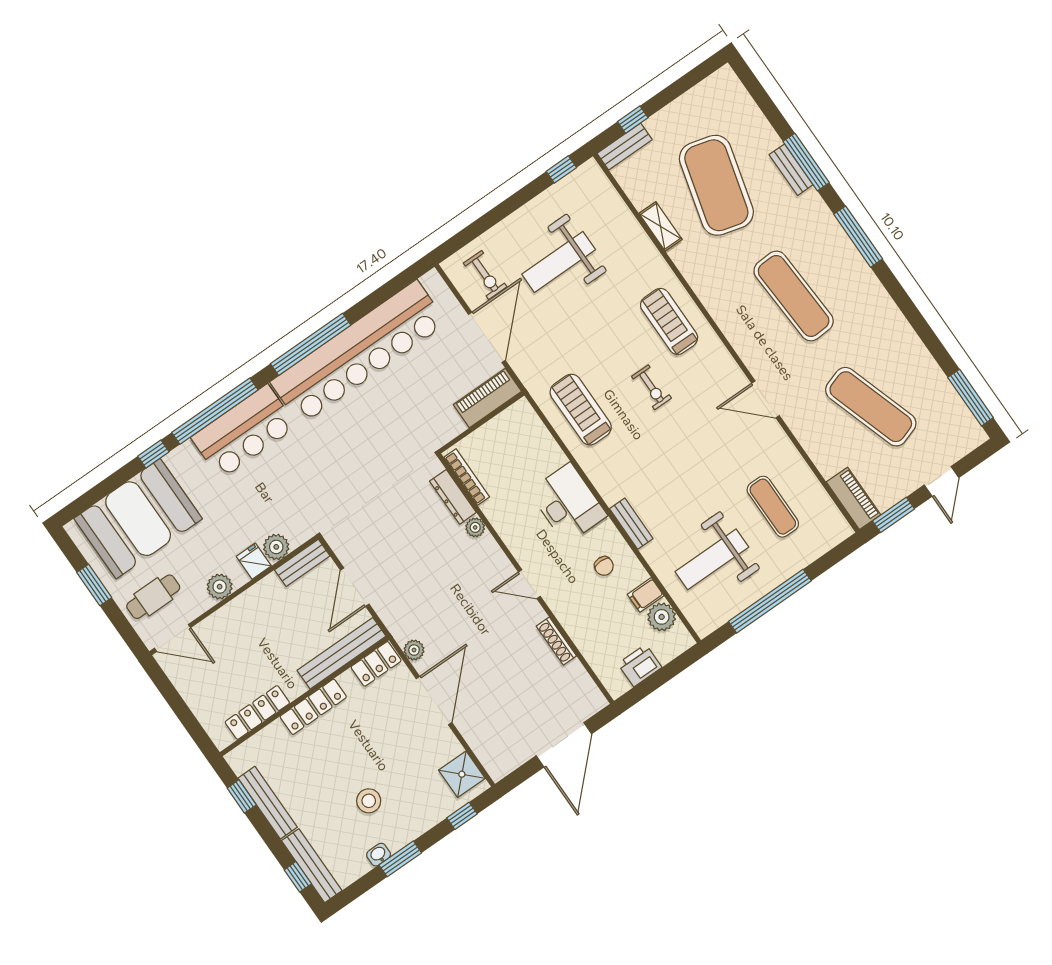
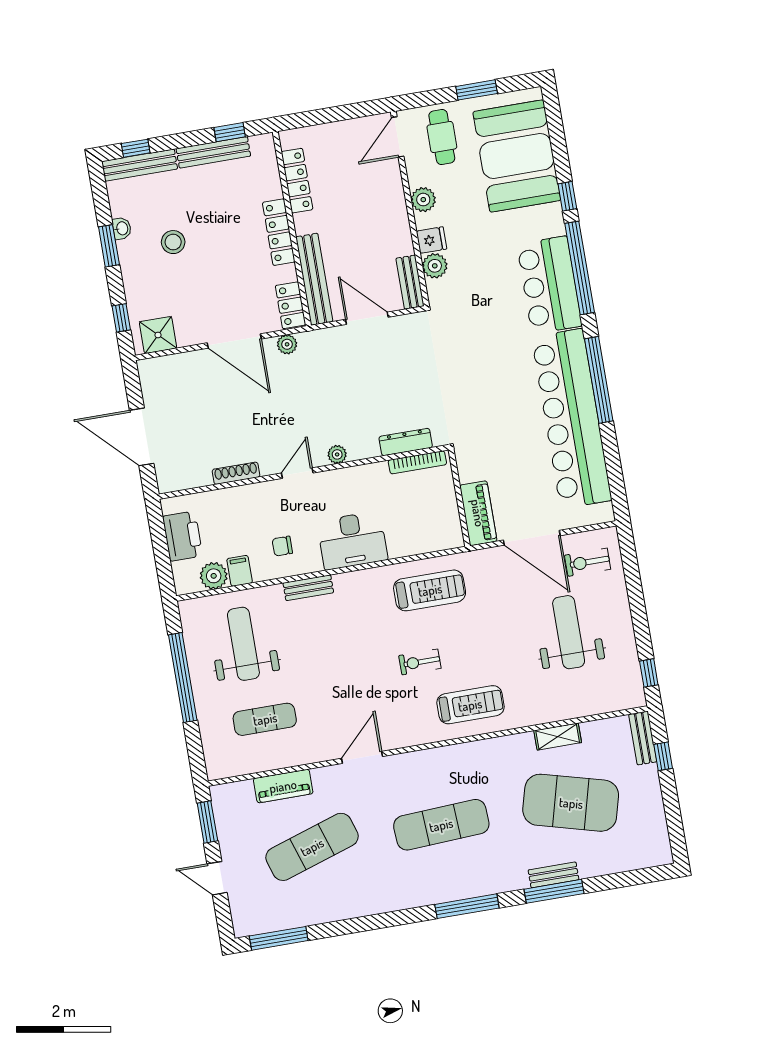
piano: (854, 498) -> (283, 786), moved
plant: (475, 527) -> (337, 454), moved
printer: (640, 665) -> (183, 536), width x1.37, depth x1.19

